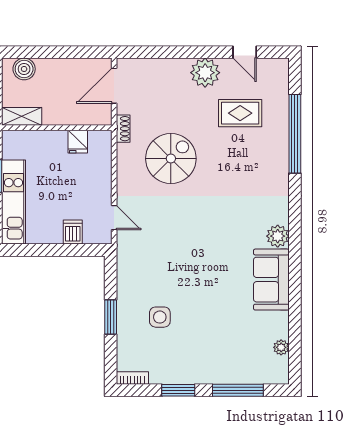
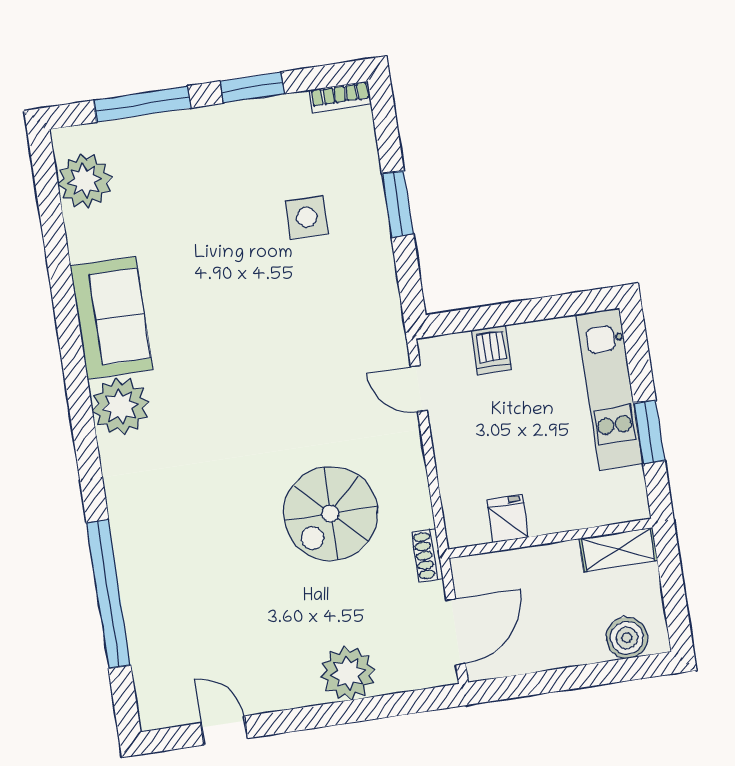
plant: (205, 73) -> (348, 673), moved
rug: (240, 113) -> (215, 617), removed
plant: (278, 236) -> (120, 406), width x1.36, depth x1.36
plant: (281, 347) -> (85, 181), width x1.88, depth x1.88

